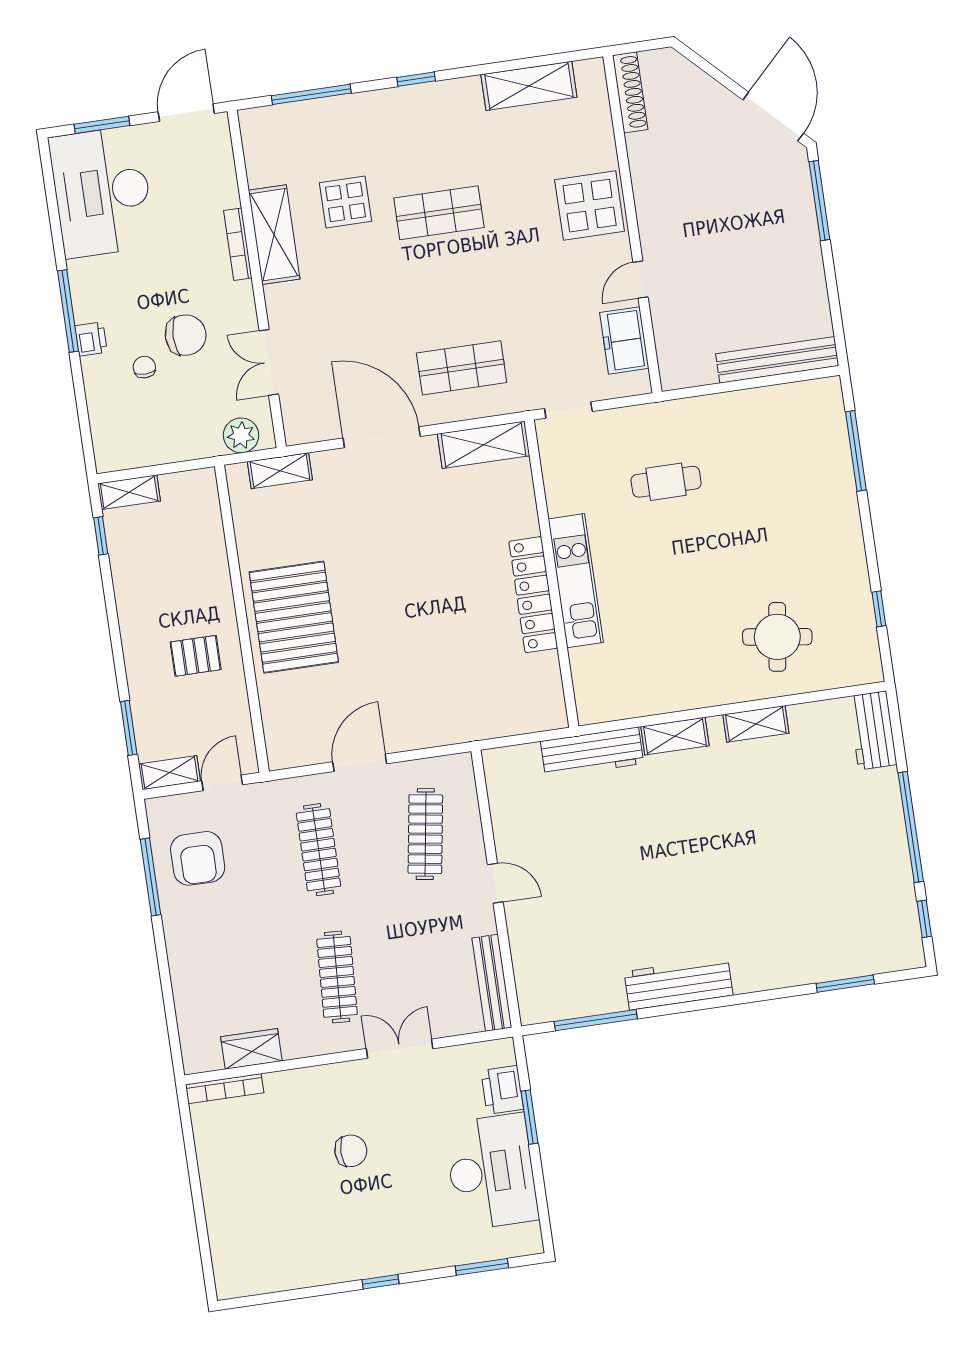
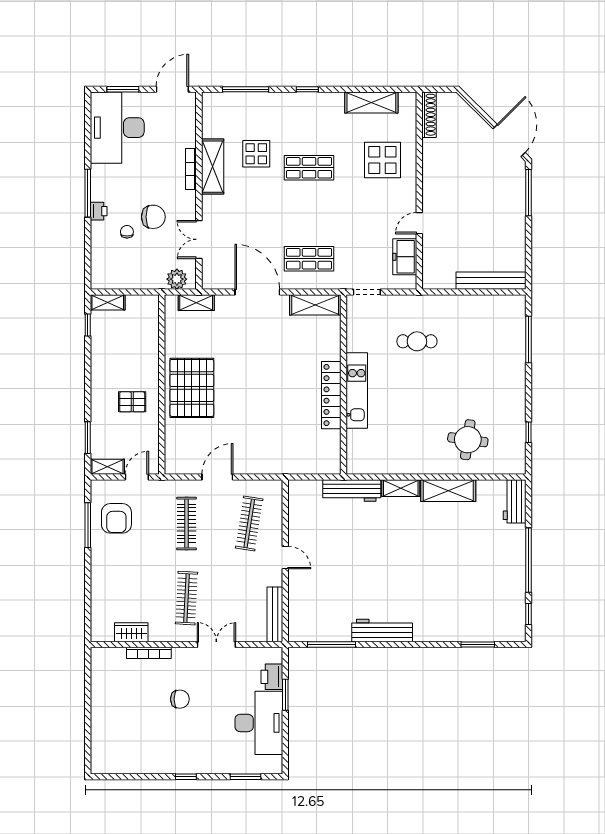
display table: (590, 206) -> (382, 160), moved
shelving: (756, 724) -> (448, 491), width x1.50, depth x1.33
bookcase: (225, 1089) -> (149, 653), moved

